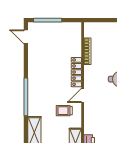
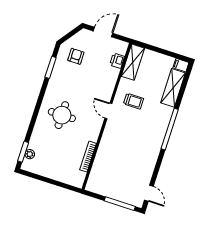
locker: (76, 72) -> (107, 138), removed
door: (83, 95) -> (108, 111), swing flipped

